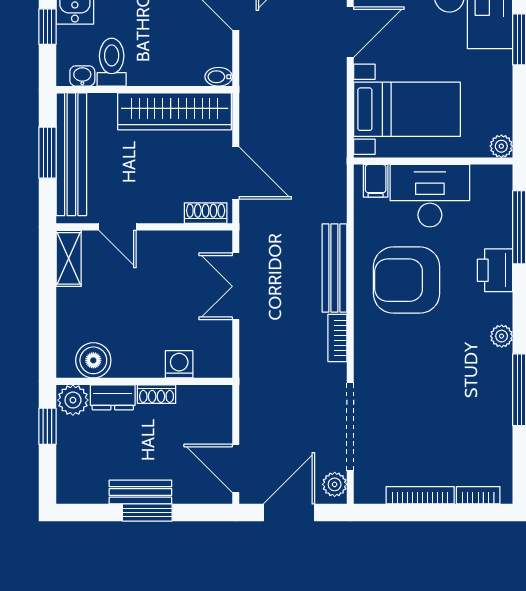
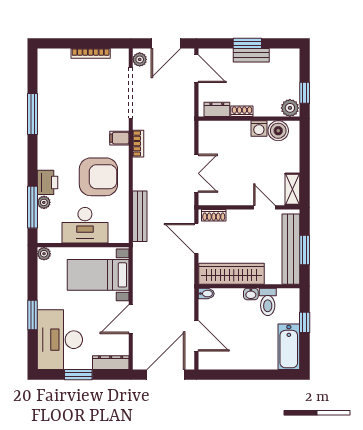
washbasin: (82, 76) -> (251, 294), moved
filing cabinet: (376, 181) -> (119, 138), moved, turned -90
bench: (334, 268) -> (140, 216), moved
plant: (502, 336) -> (44, 202), moved
washing machine: (179, 364) -> (259, 128), moved
dresser: (113, 397) -> (217, 109), moved
bookcase: (478, 495) -> (57, 53), removed

